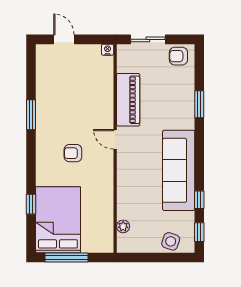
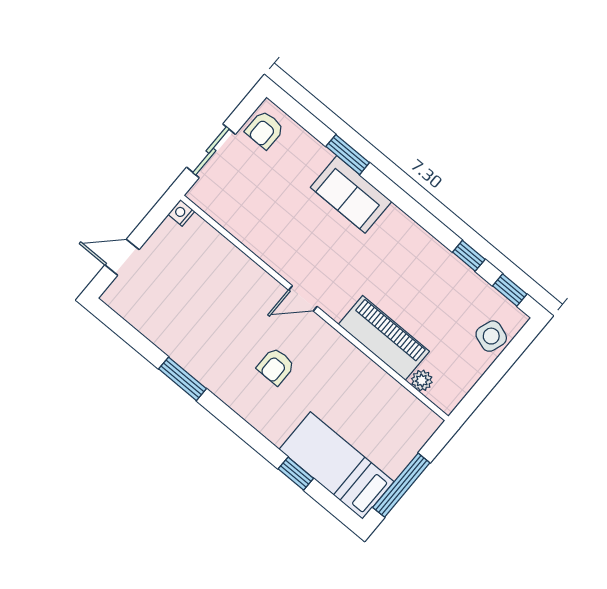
piano: (128, 100) -> (384, 338), moved
sofa: (179, 170) -> (351, 194), moved, width x0.54, depth x0.79
bed: (58, 220) -> (336, 465), width x0.67

